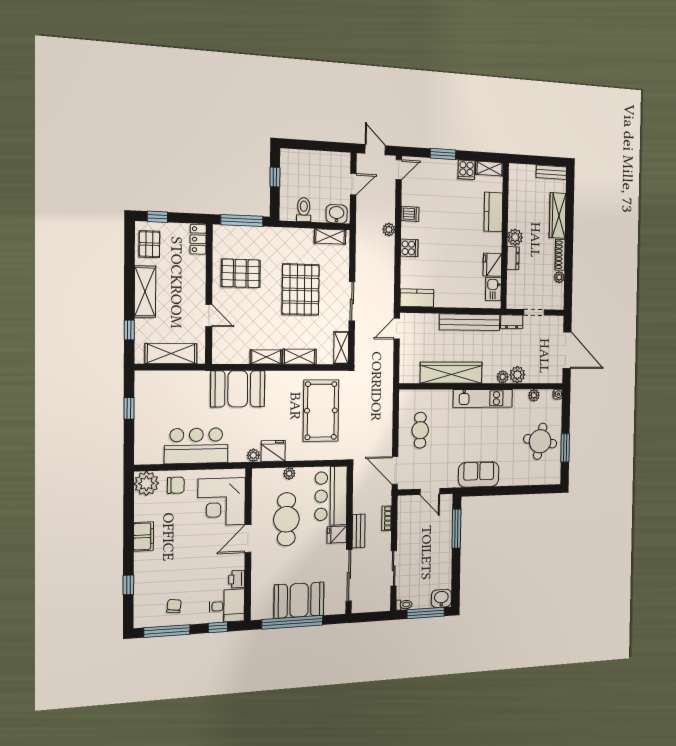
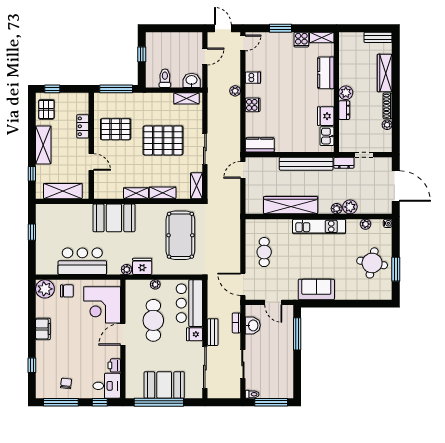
locker: (198, 239) -> (83, 126), moved
pallet: (301, 290) -> (163, 140), turned 90
washbasin: (441, 598) -> (253, 325), moved, turned 90

